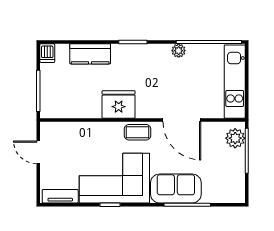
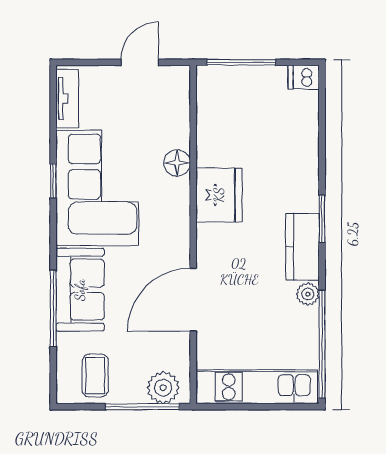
kitchen counter: (90, 54) -> (302, 247), moved
floor lamp: (99, 130) -> (177, 163), added
coffee table: (137, 132) -> (95, 375), moved

